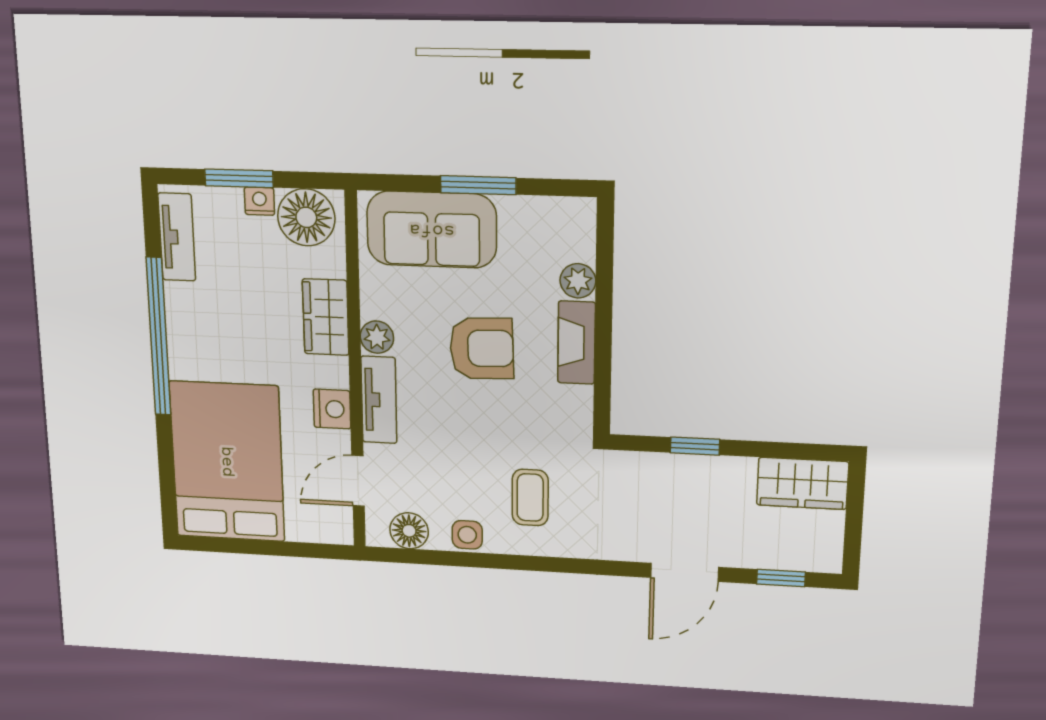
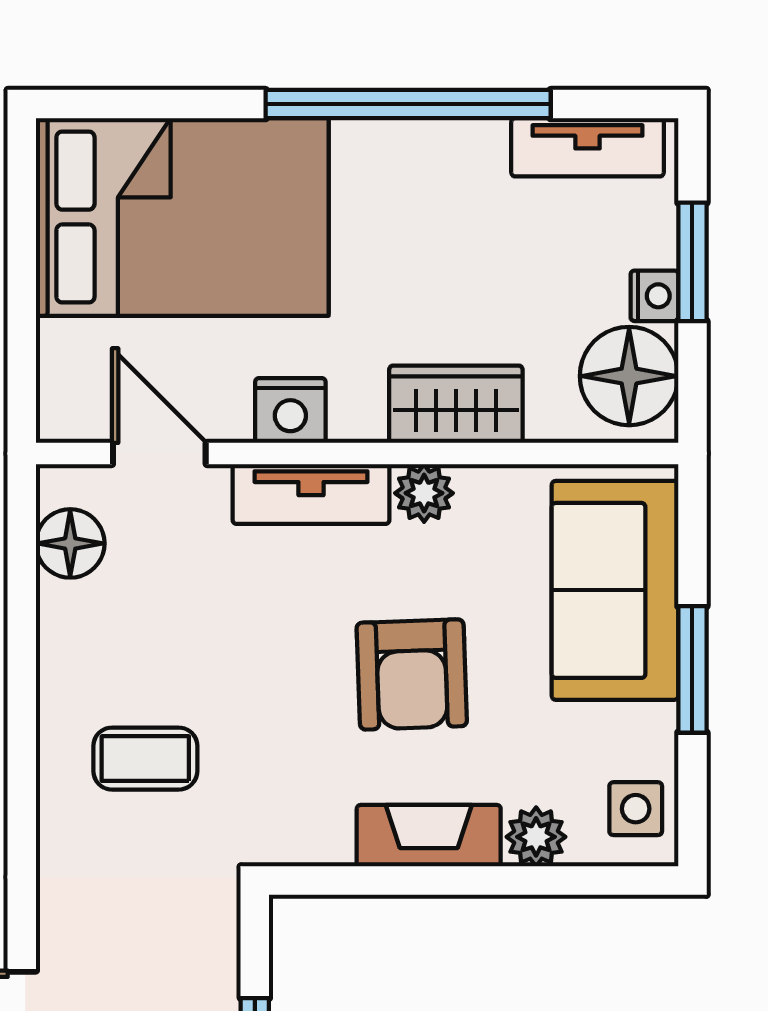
side table: (467, 535) -> (636, 809), moved

